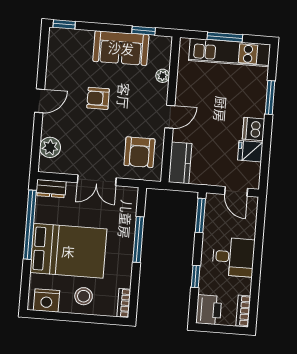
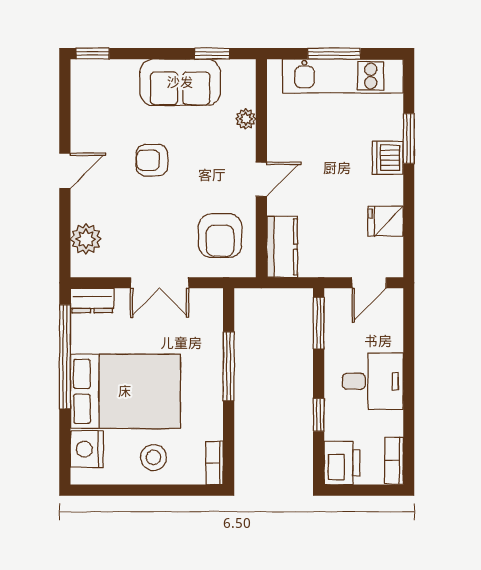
dishwasher: (254, 129) -> (388, 158), moved
door: (236, 191) -> (369, 283), hinge flipped
nightstand: (46, 300) -> (87, 449), moved, turned 90

